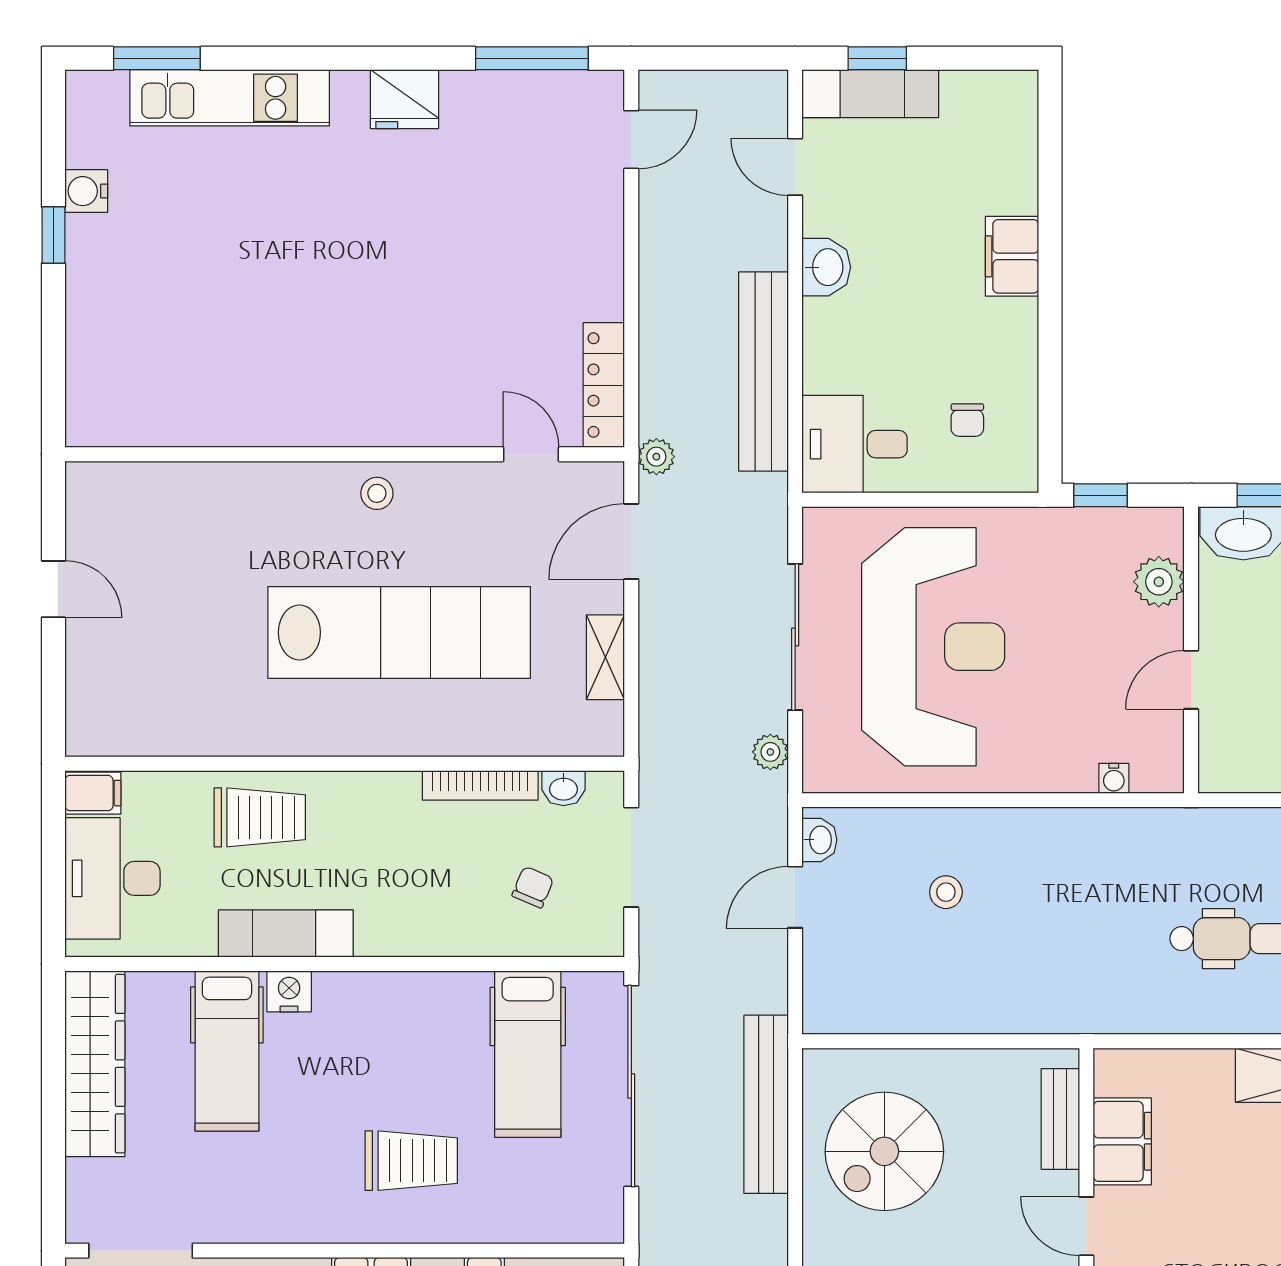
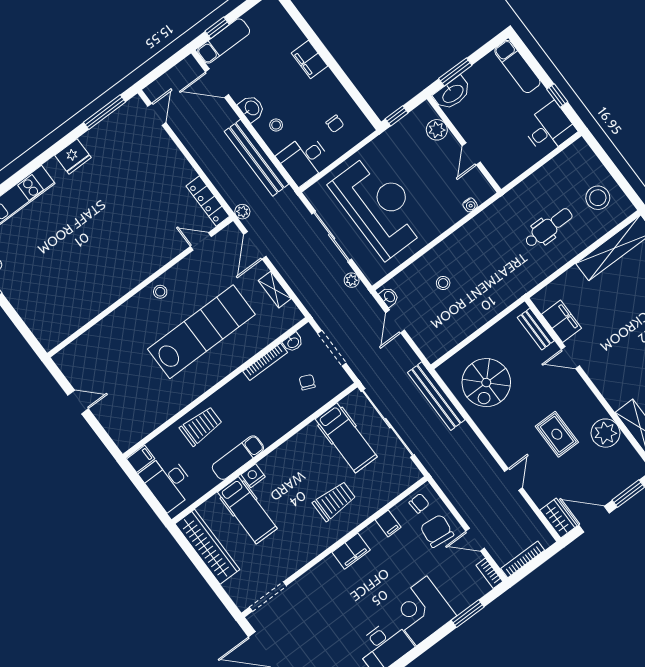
door: (795, 167) -> (217, 83), width x1.38
stool: (850, 336) -> (276, 125), added

